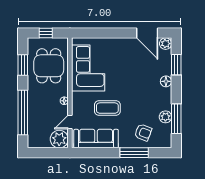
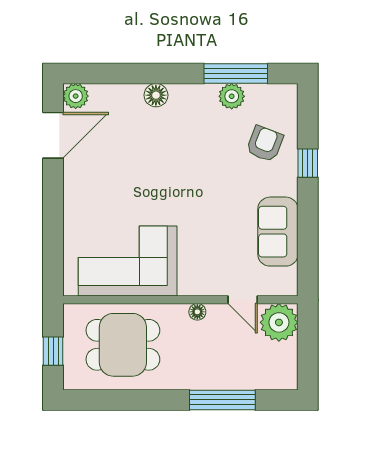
window: (23, 65) -> (121, 400), removed
window: (176, 65) -> (120, 74), removed
coffee table: (107, 108) -> (213, 220), removed
window: (23, 113) -> (222, 400), width x0.68
sofa: (96, 139) -> (278, 232), width x0.73
window: (134, 153) -> (308, 163), width x0.46

